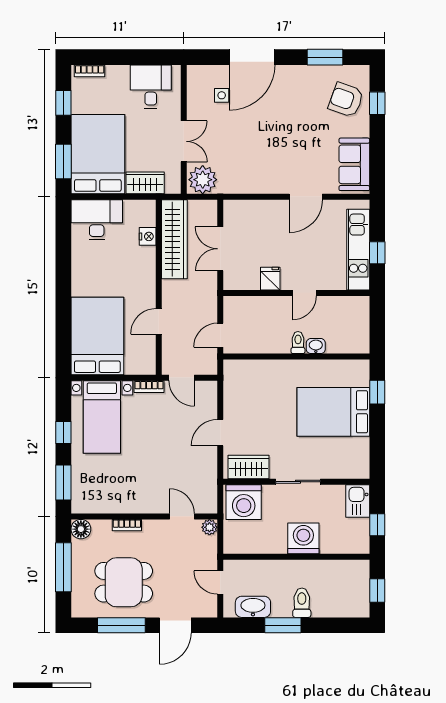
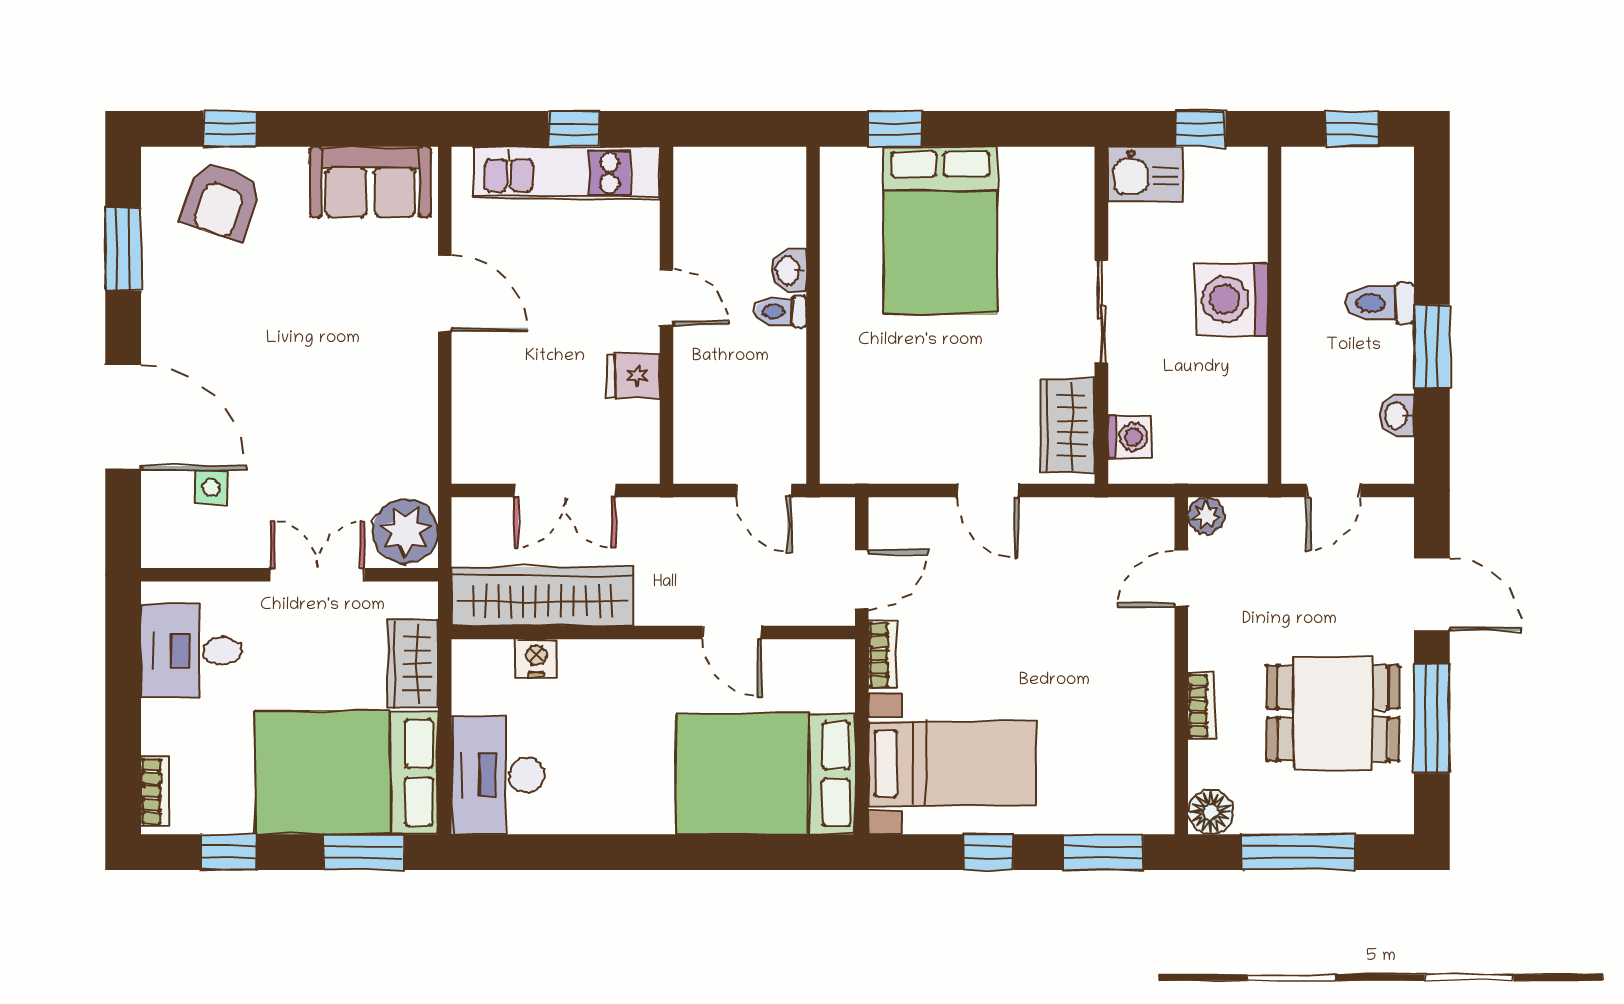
washing machine: (244, 502) -> (1129, 437), width x0.53, depth x0.53
dining table: (124, 582) -> (1333, 713), turned 90
washbasin: (253, 607) -> (1397, 415), width x0.52, depth x0.69

